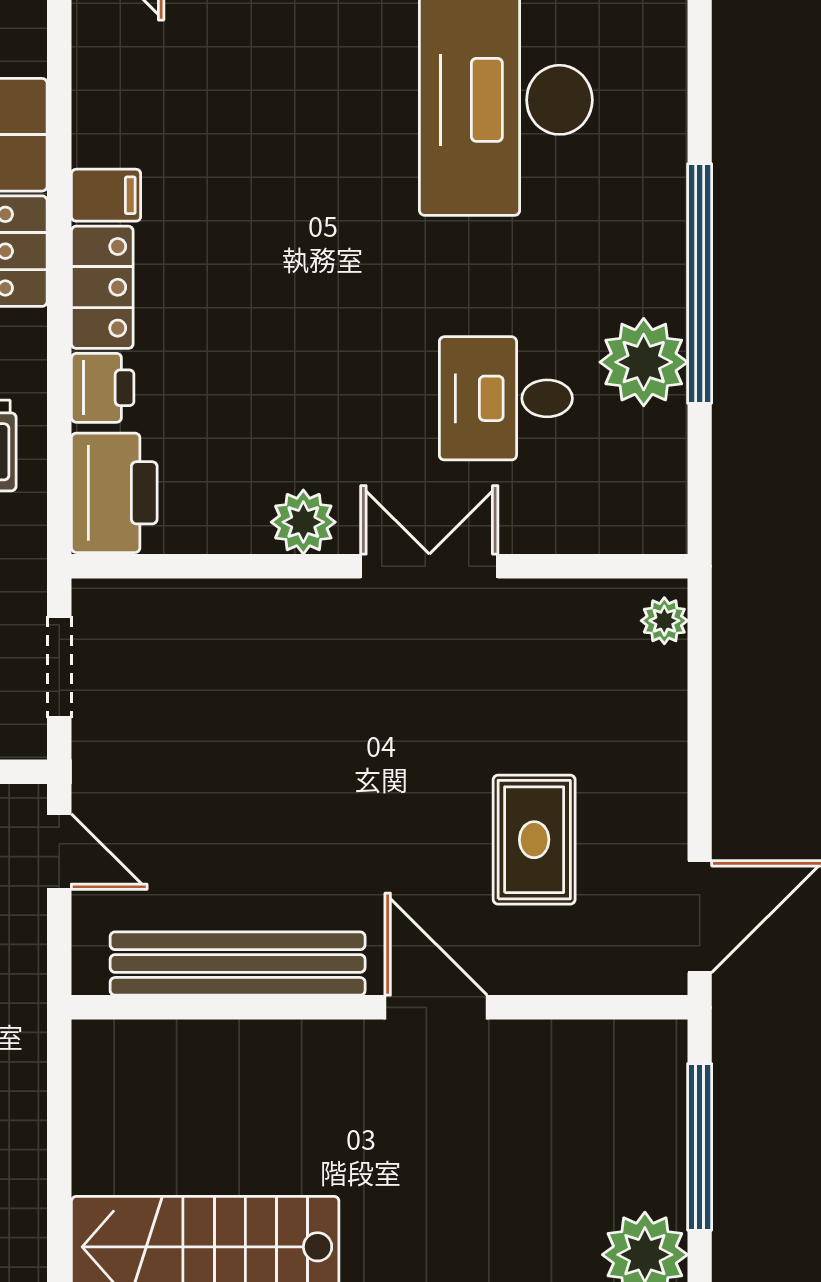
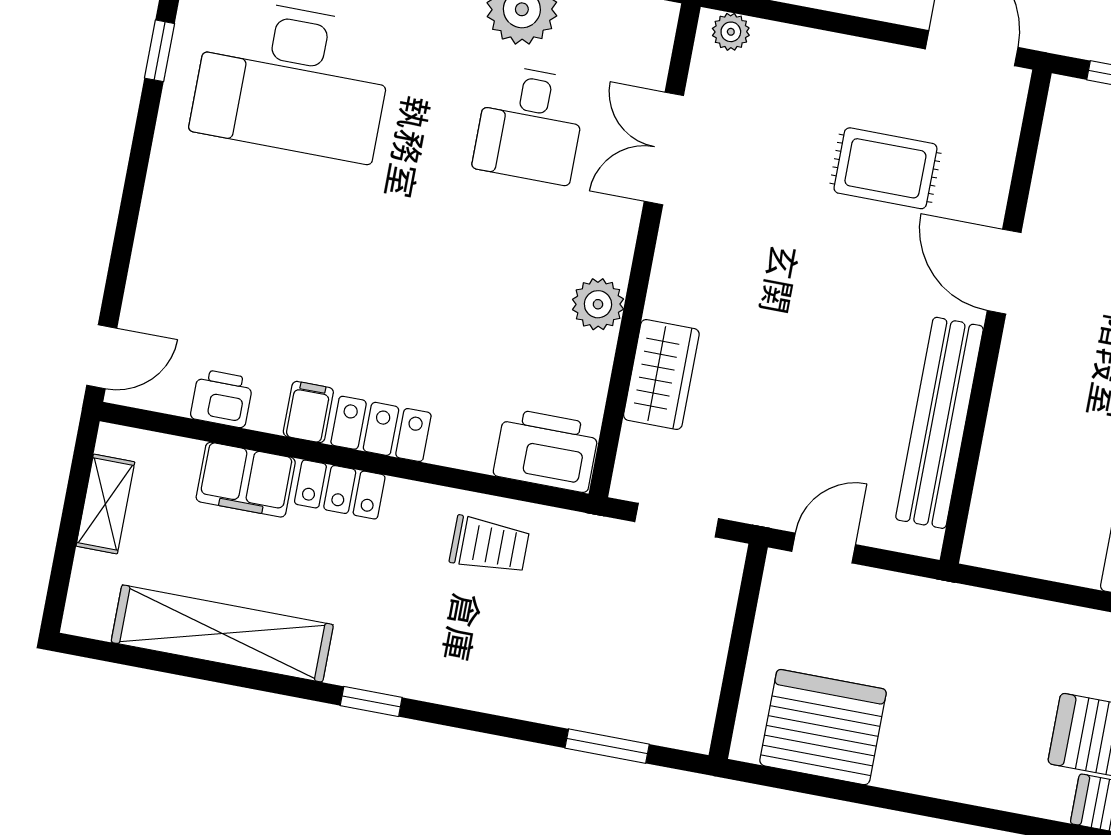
printer: (103, 388) -> (222, 398), moved
double door: (429, 566) -> (664, 148), moved
wardrobe: (233, 615) -> (661, 375), added
door: (436, 1007) -> (1004, 272), hinge flipped

